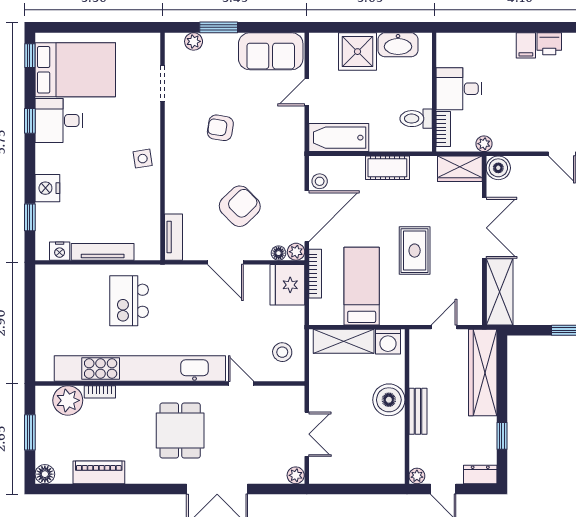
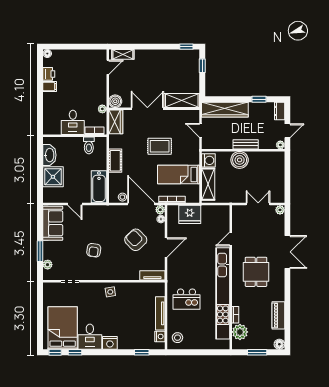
window: (30, 121) -> (75, 352), moved
nightstand: (47, 188) -> (110, 343), moved
fridge: (287, 285) -> (190, 214), moved
stool: (282, 352) -> (177, 338), moved
dining table: (180, 431) -> (256, 272), turned 90

